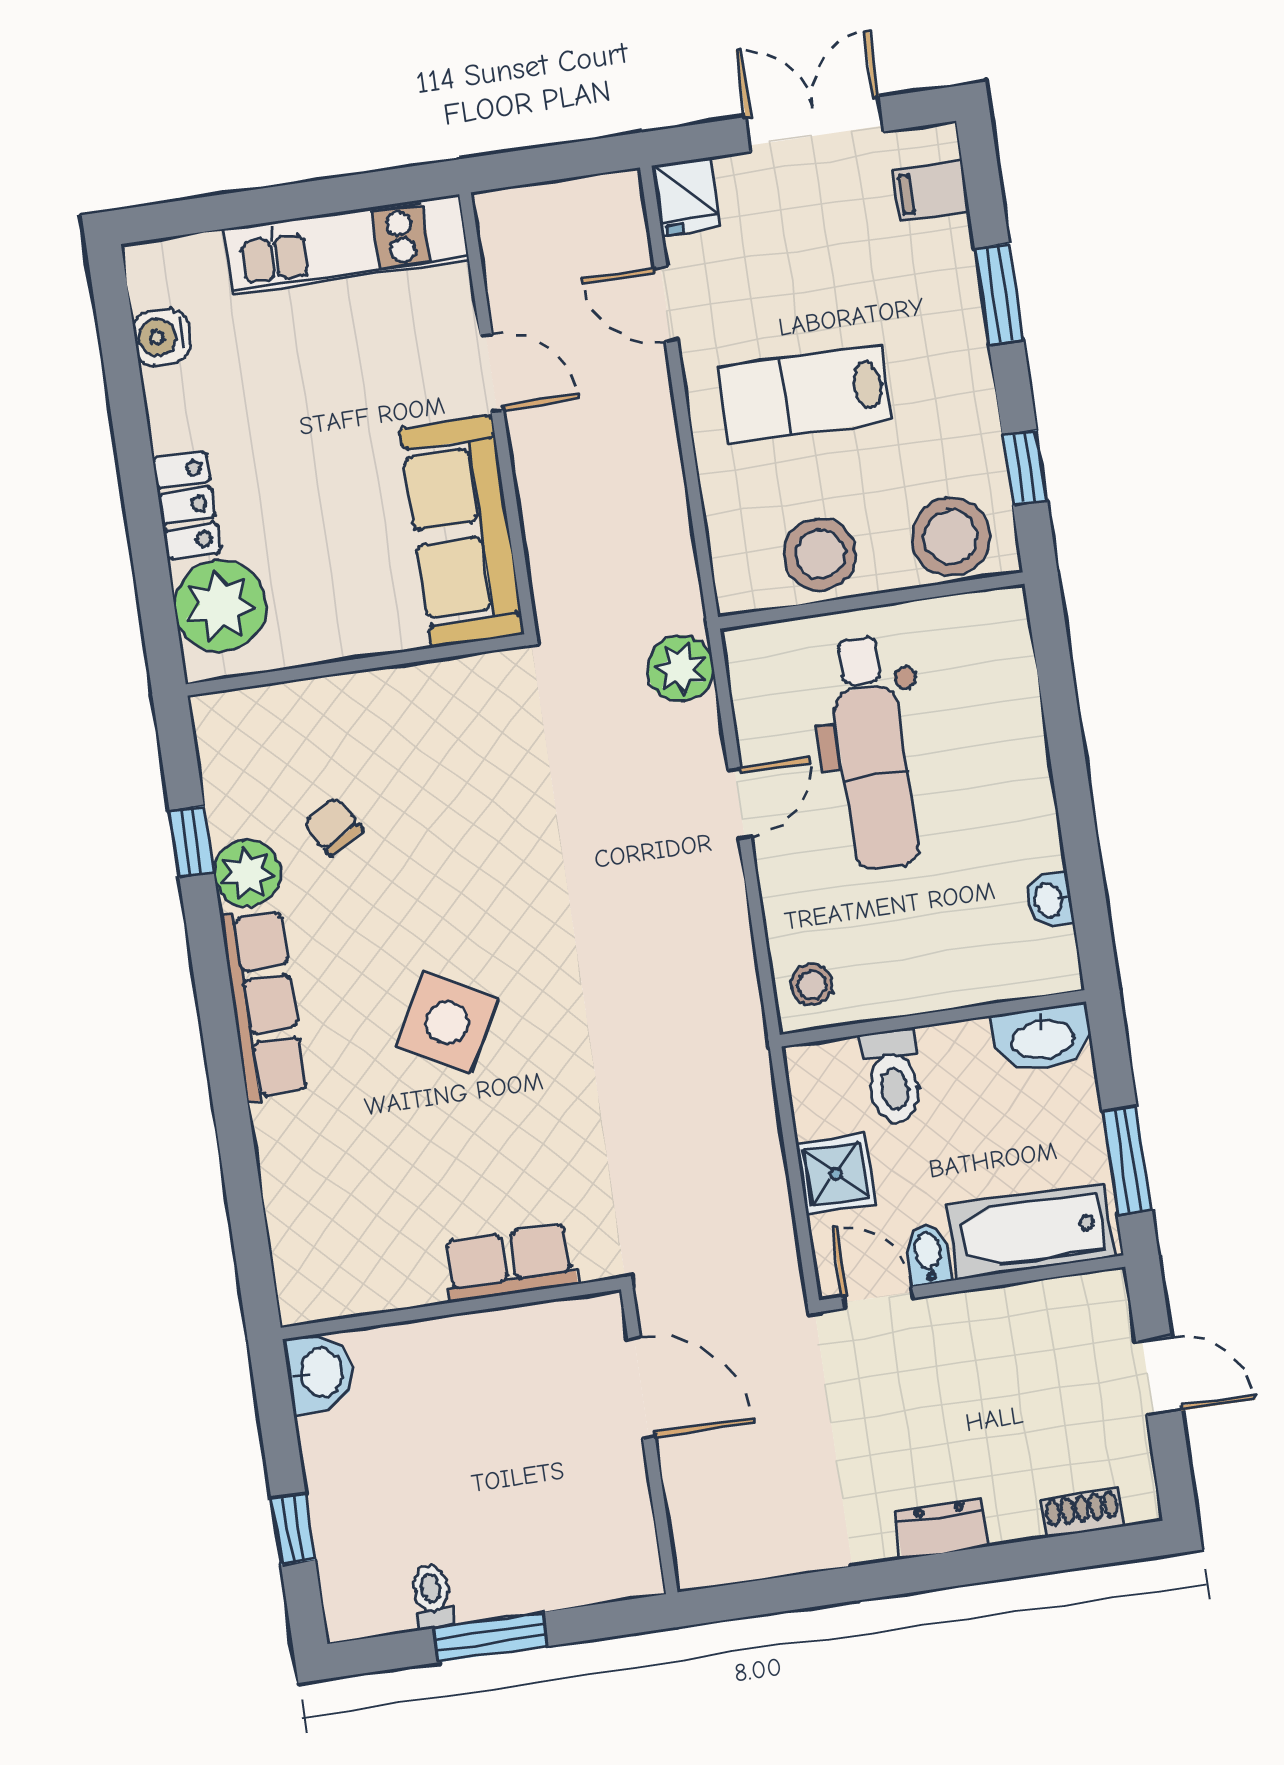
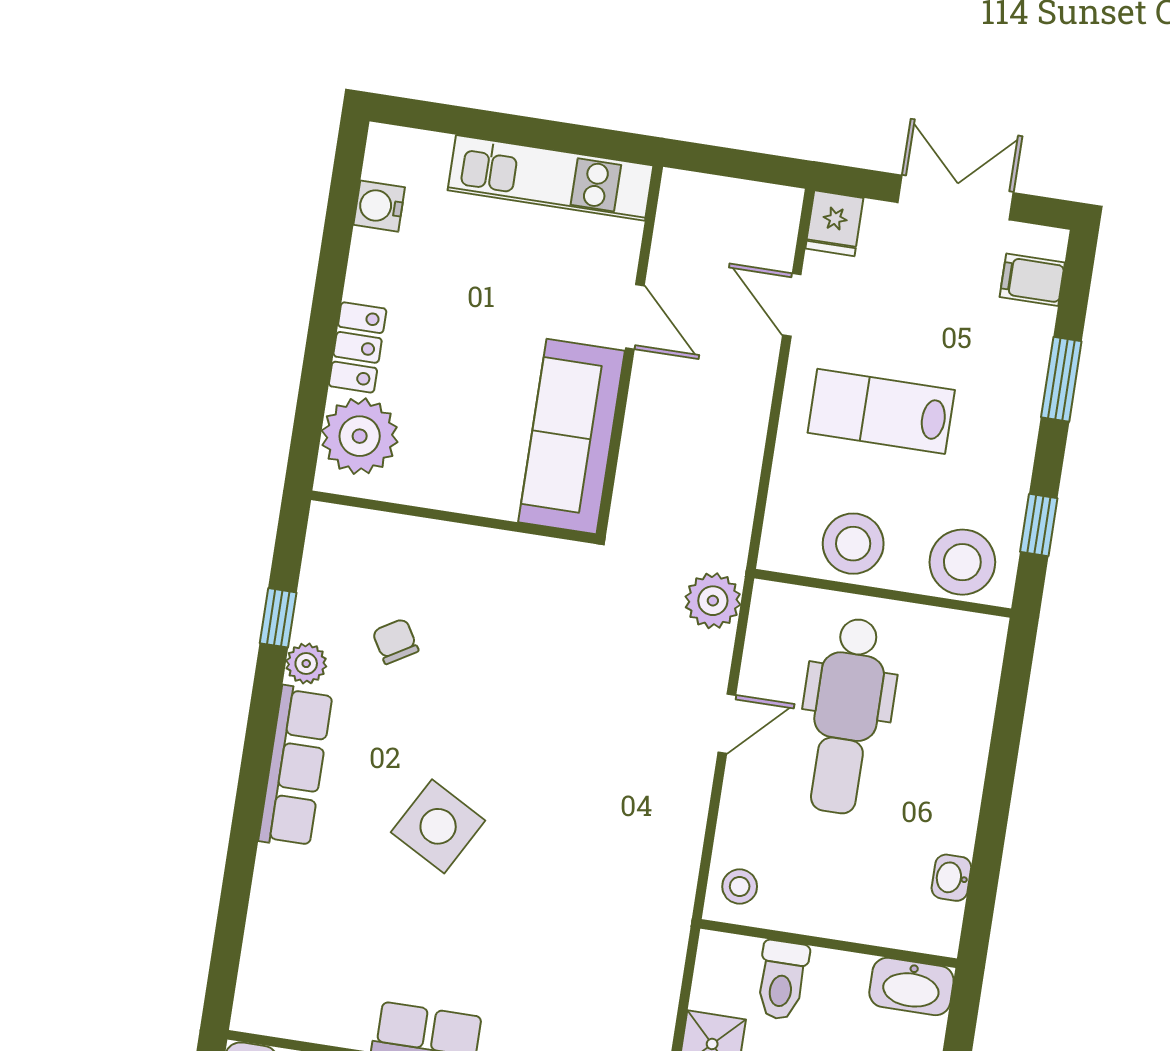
plant: (247, 873) -> (306, 664), width x0.73, depth x0.73

